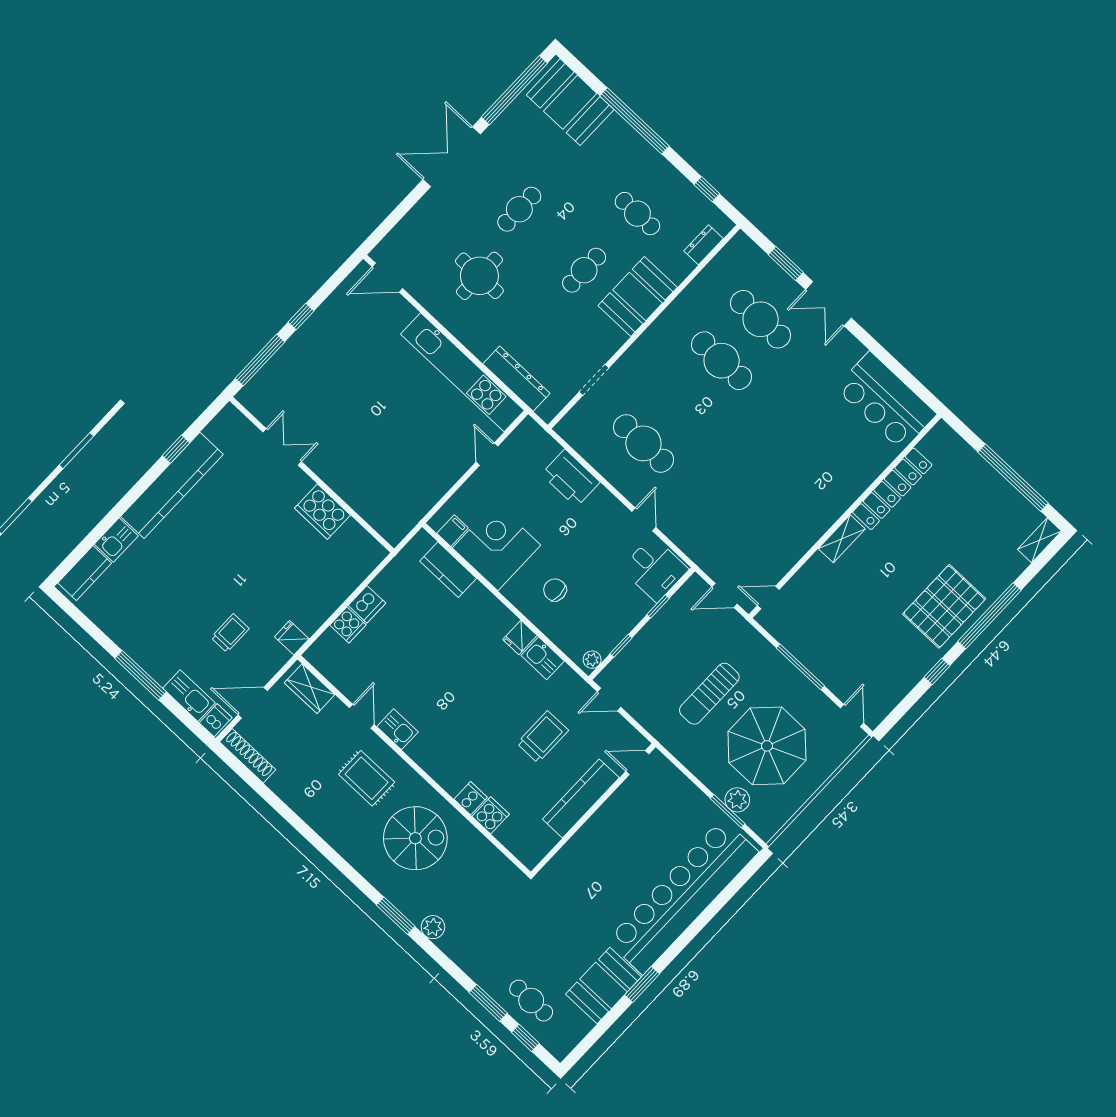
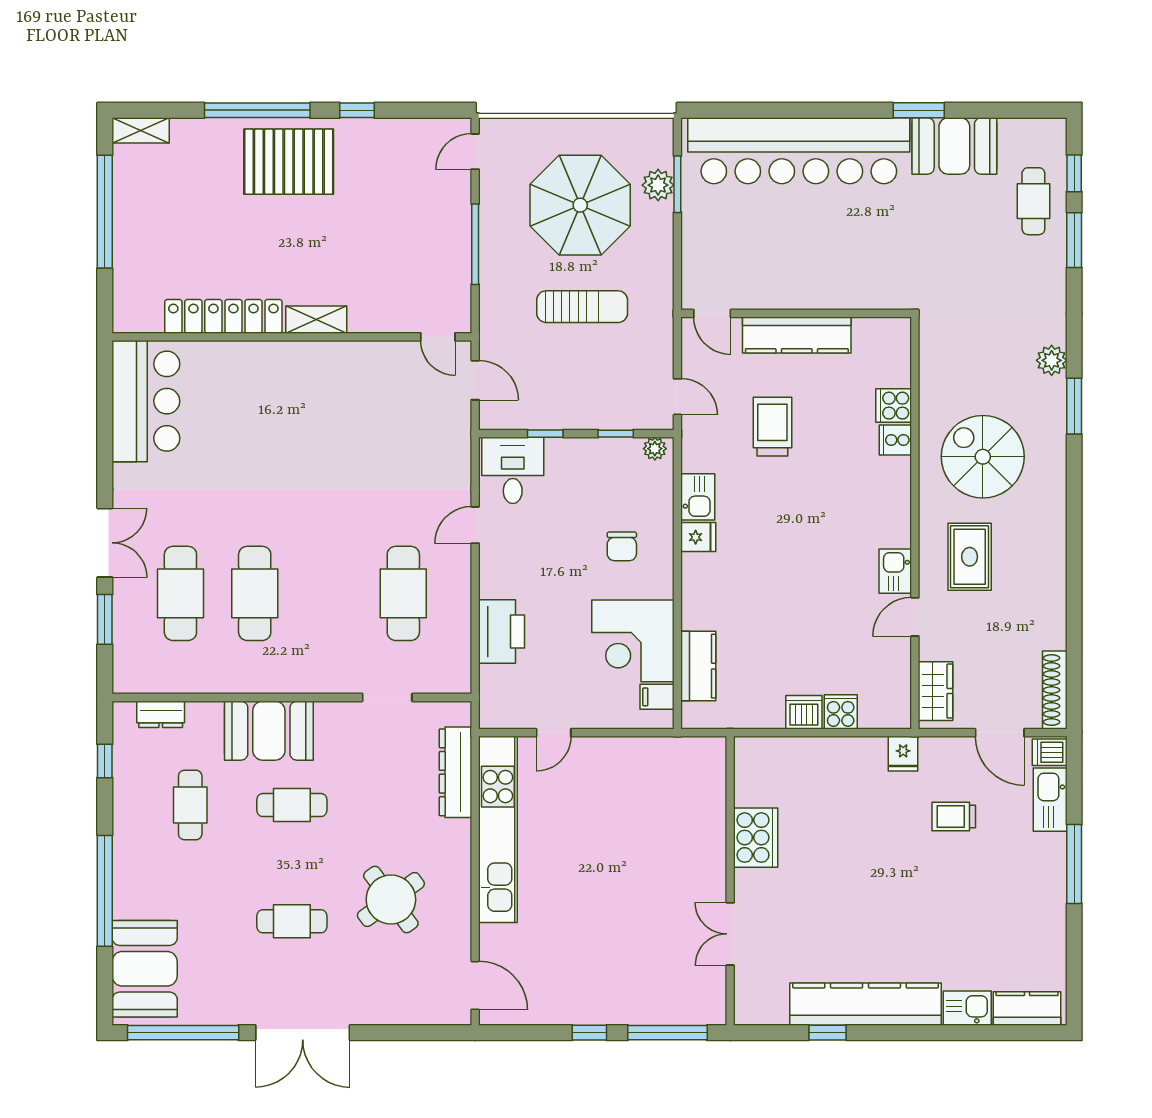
round table: (479, 276) -> (391, 900), turned -36
trolley: (543, 737) -> (772, 427), turned 90

